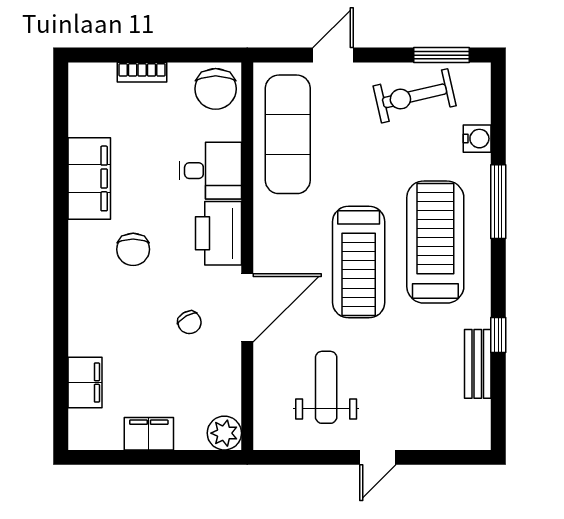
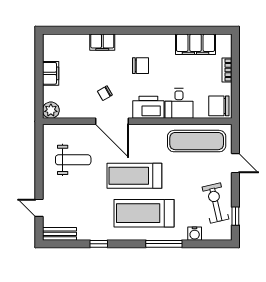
window: (441, 55) -> (235, 216), width x0.67
filing cabinet: (89, 178) -> (196, 44), moved
treadmill: (435, 242) -> (144, 213), turned 180
chair: (133, 249) -> (140, 66), turned 180
bench: (478, 364) -> (59, 234), moved
filing cabinet: (85, 383) -> (102, 42), moved
door: (378, 457) -> (39, 208), moved

